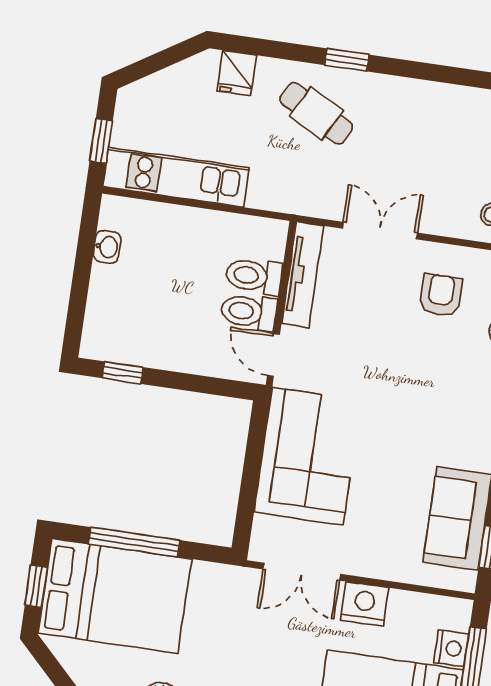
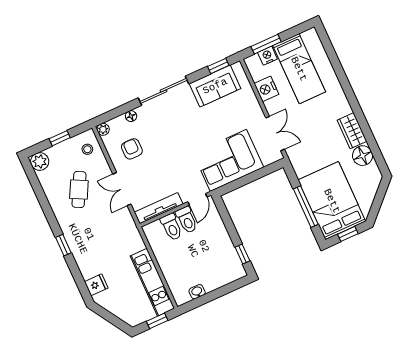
cafe table: (316, 113) -> (79, 189), moved
armchair: (441, 295) -> (132, 149), turned 90
nightstand: (365, 604) -> (266, 89), moved

